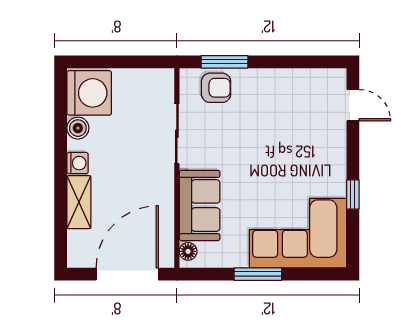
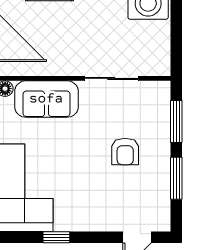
window: (287, 62) -> (176, 178), added
armchair: (216, 88) -> (125, 151), moved

